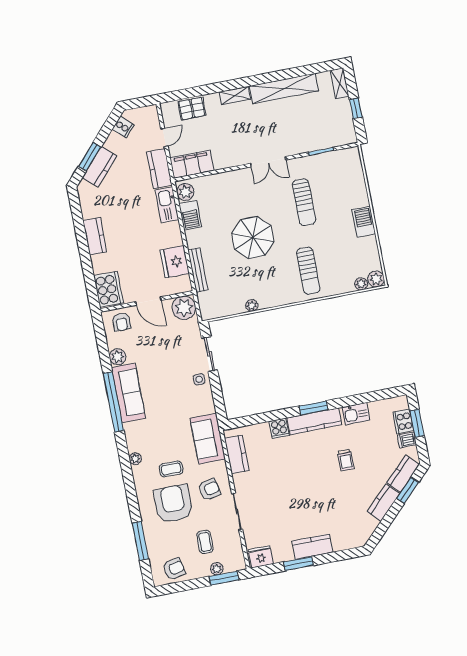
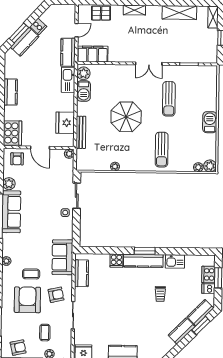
shelving: (284, 88) -> (179, 13), width x0.68
cooker: (123, 127) -> (38, 26), moved
plant: (184, 308) -> (69, 154), width x0.53, depth x0.53

